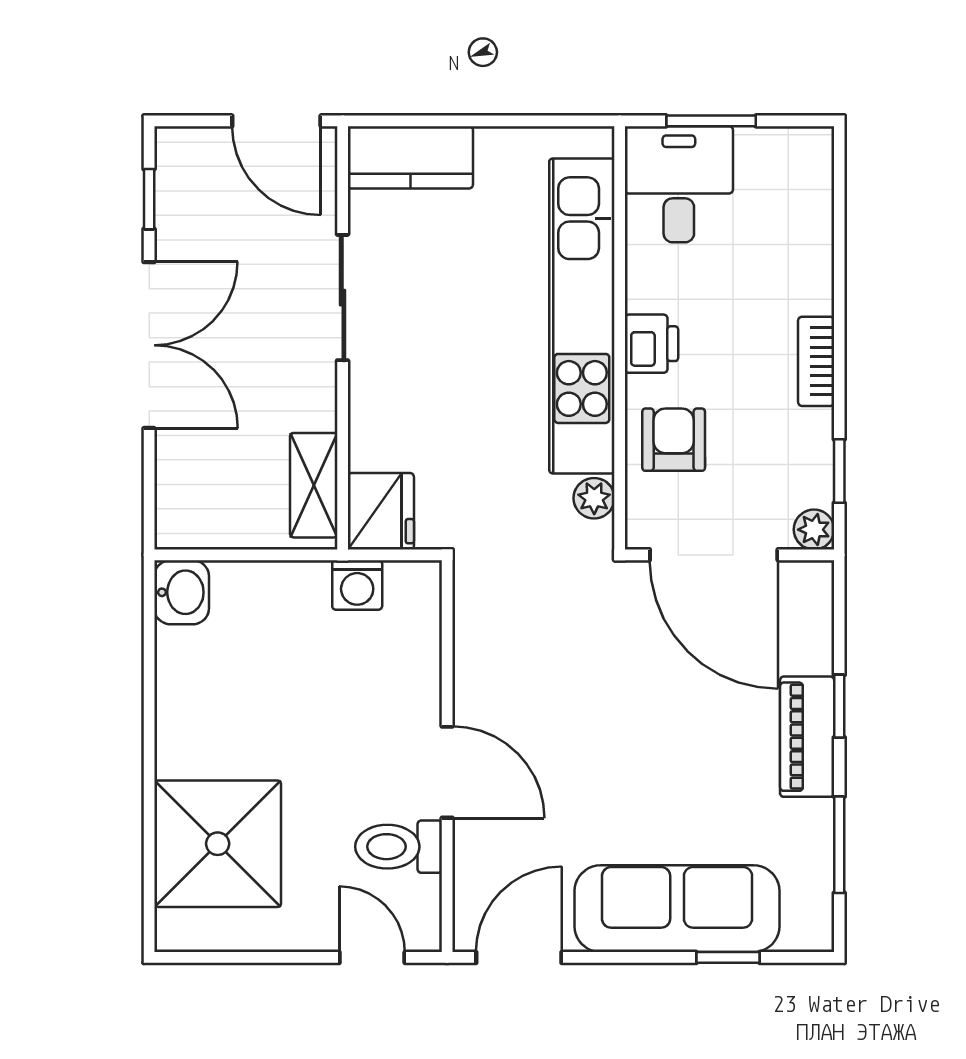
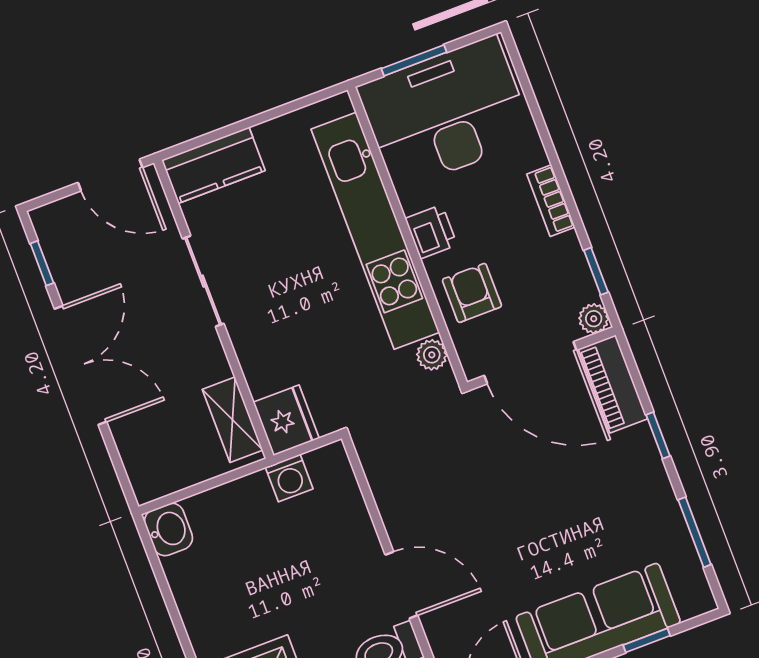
desk: (679, 184) -> (446, 113), width x1.87, depth x1.30
piano: (807, 737) -> (613, 384), moved

